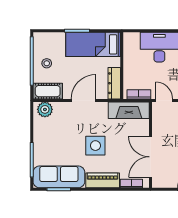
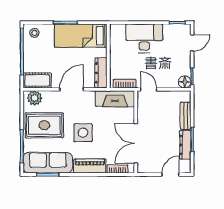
stool: (47, 63) -> (34, 33), moved
rug: (55, 138) -> (44, 125), added

